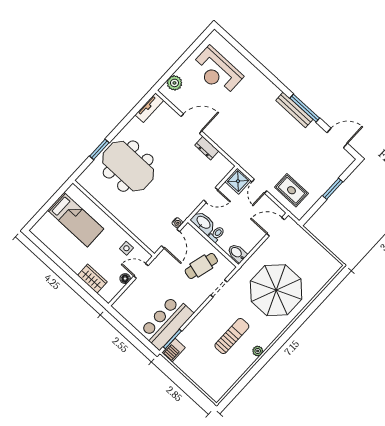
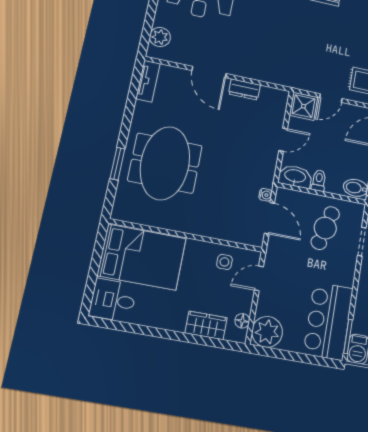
door: (191, 124) -> (209, 72), swing flipped
meeting table: (128, 166) -> (165, 163), turned 90
door: (259, 186) -> (331, 98), hinge flipped
bed: (76, 220) -> (142, 257), width x1.50
desk: (48, 230) -> (113, 300), added
floor lamp: (125, 279) -> (242, 321), moved
plant: (126, 305) -> (267, 332), added

